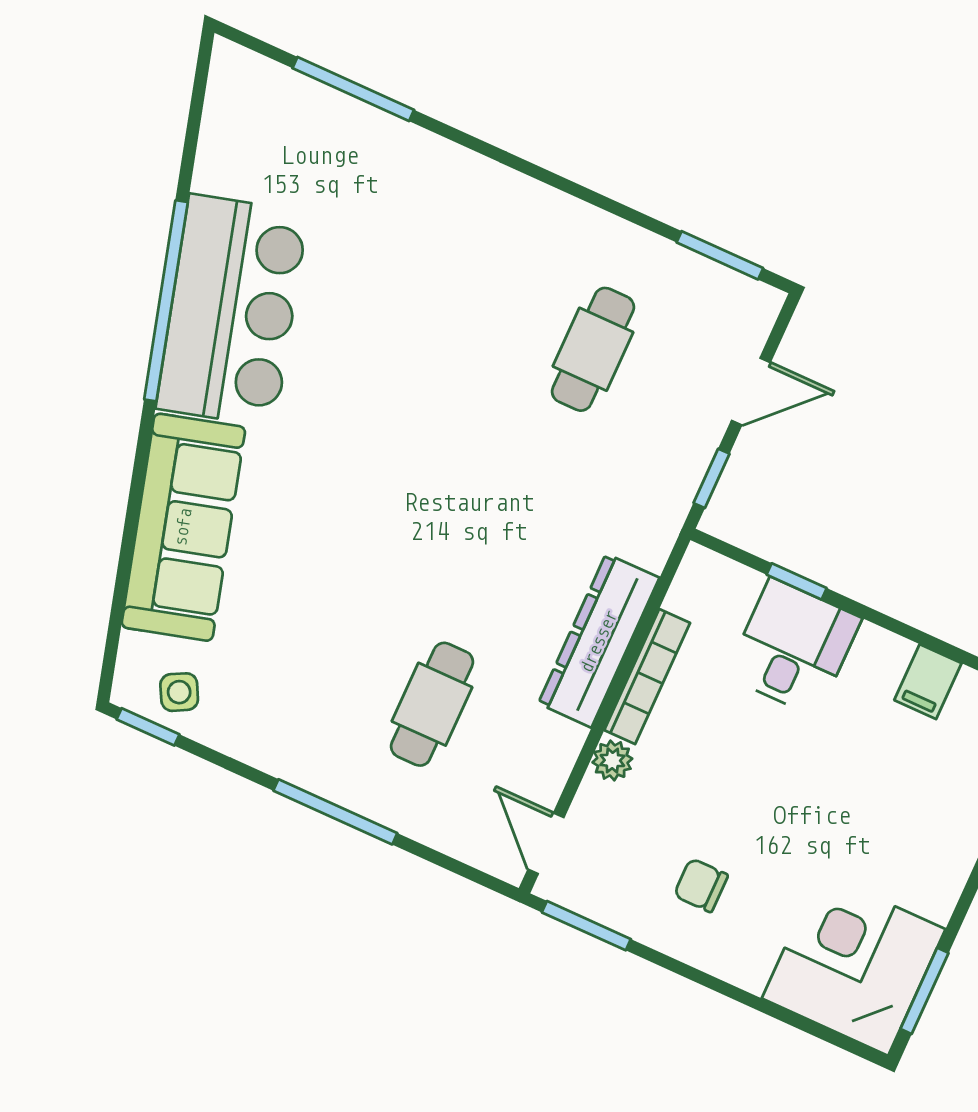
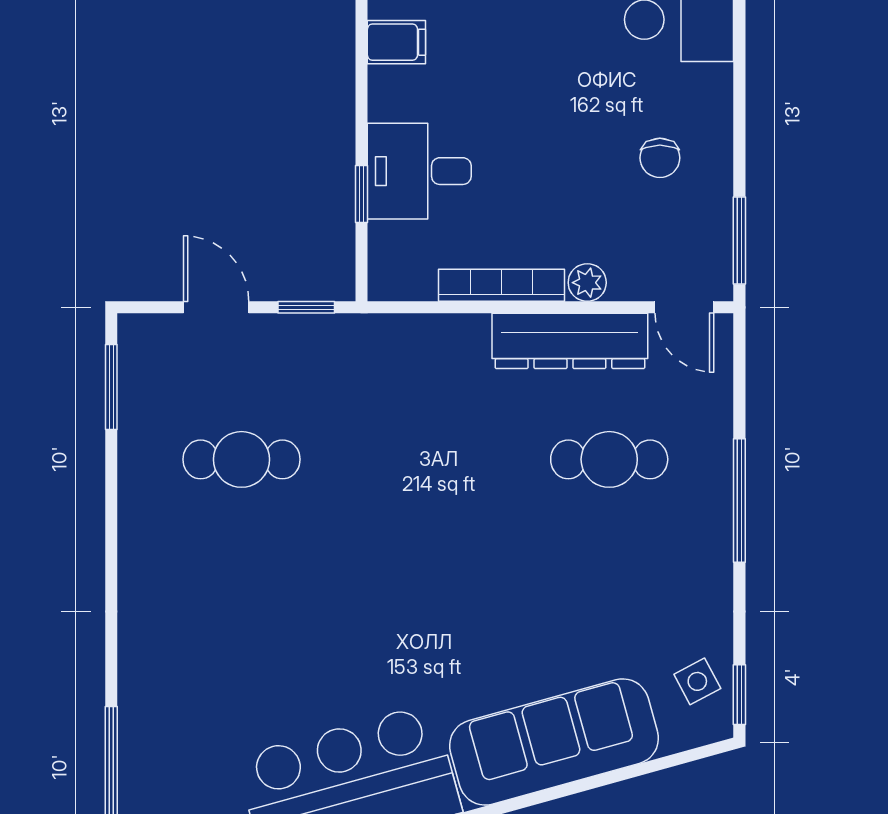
dresser: (599, 641) -> (570, 341), moved
door: (546, 843) -> (684, 307), hinge flipped

